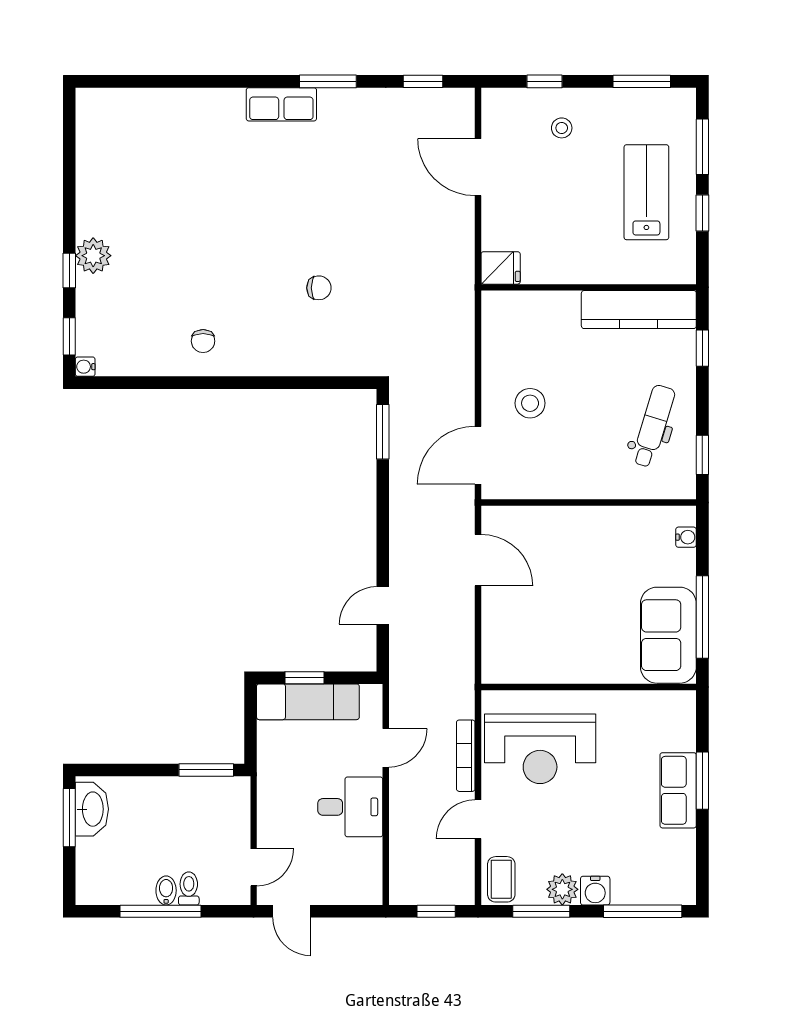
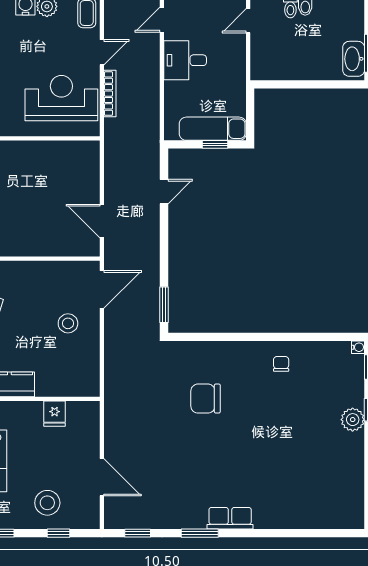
stool: (562, 128) -> (47, 503), width x1.89, depth x1.89
fridge: (501, 268) -> (55, 414), moved, turned -90
chair: (319, 288) -> (206, 399), width x1.87, depth x1.87
door: (386, 748) -> (162, 20), moved
window: (206, 770) -> (279, 84), removed

